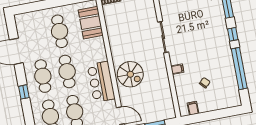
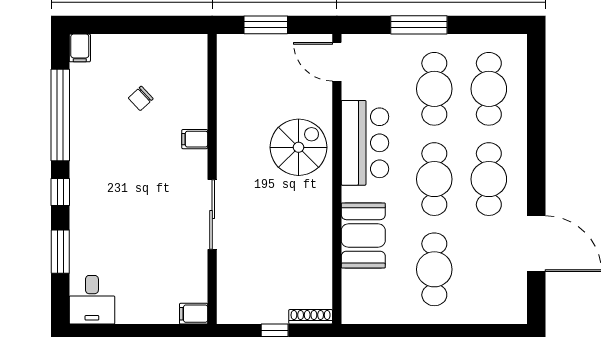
booth: (91, 23) -> (363, 235), moved
spiral stairs: (130, 74) -> (299, 147), turned 90
window: (24, 92) -> (536, 152), removed
filing cabinet: (193, 108) -> (80, 48), moved

